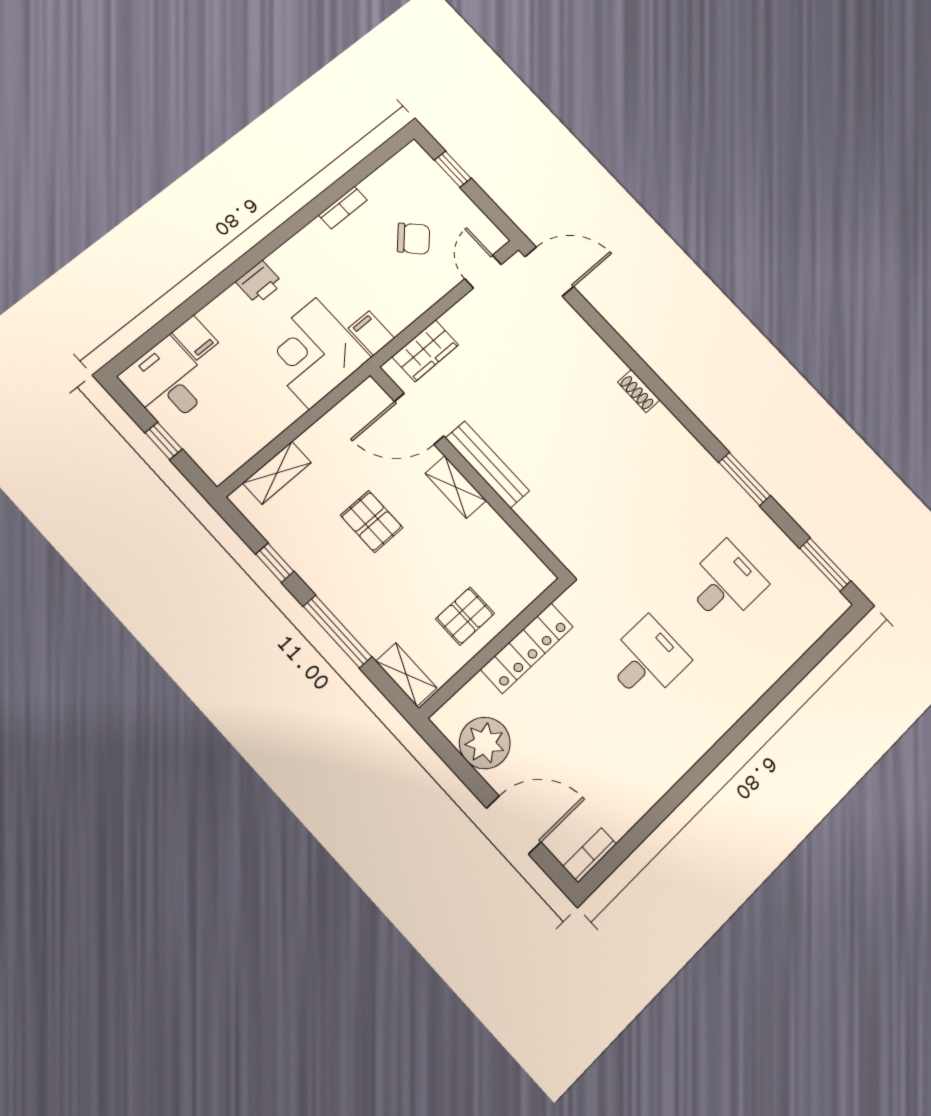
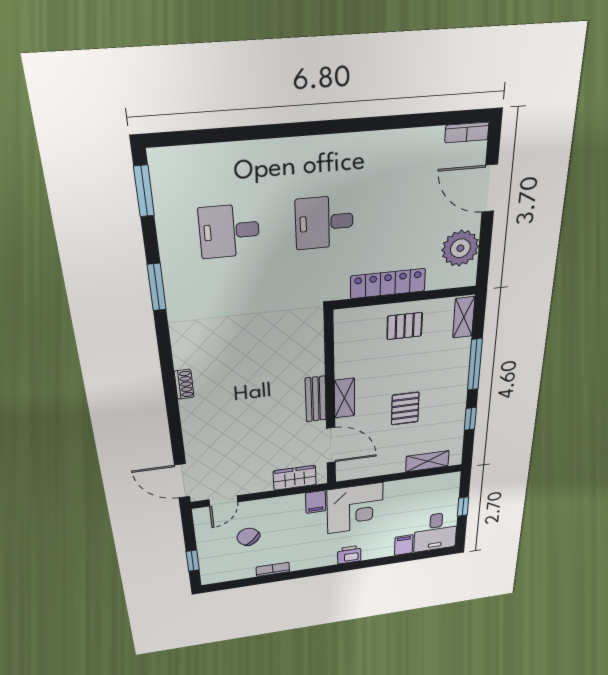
bench: (487, 464) -> (316, 399), width x0.73

